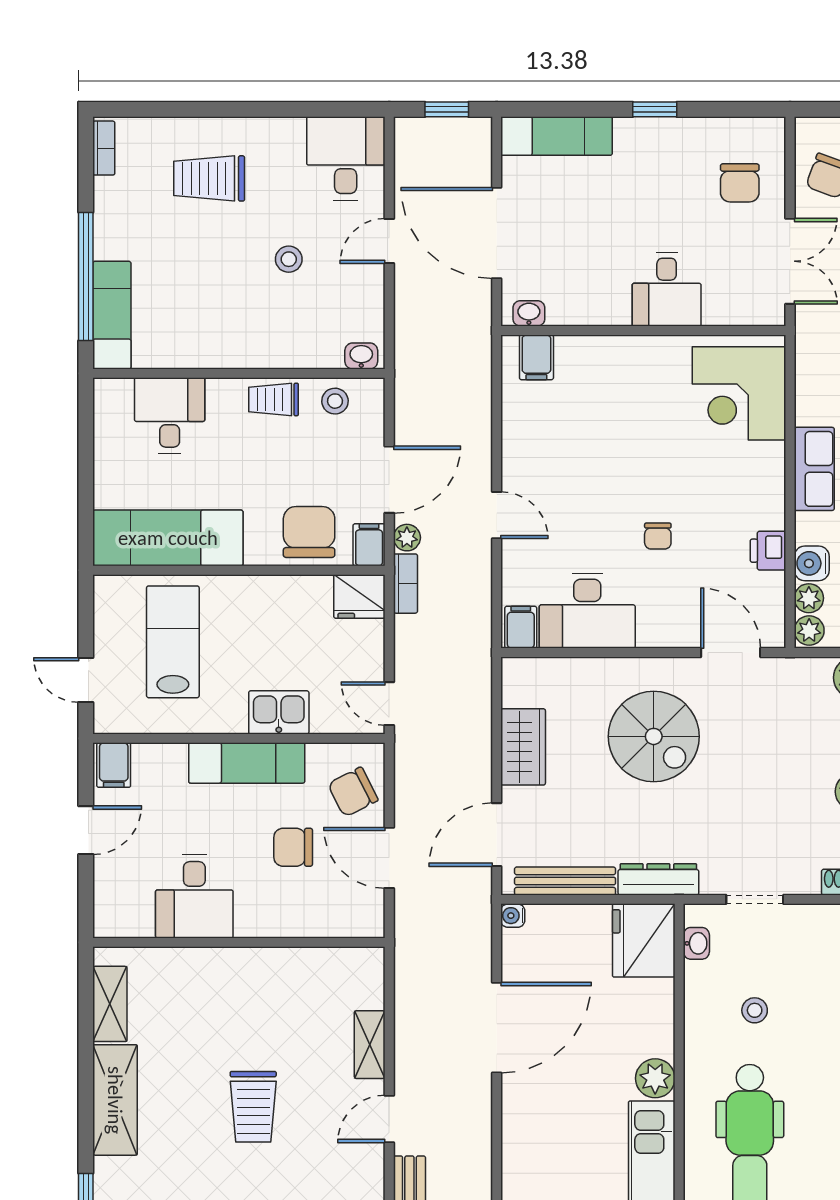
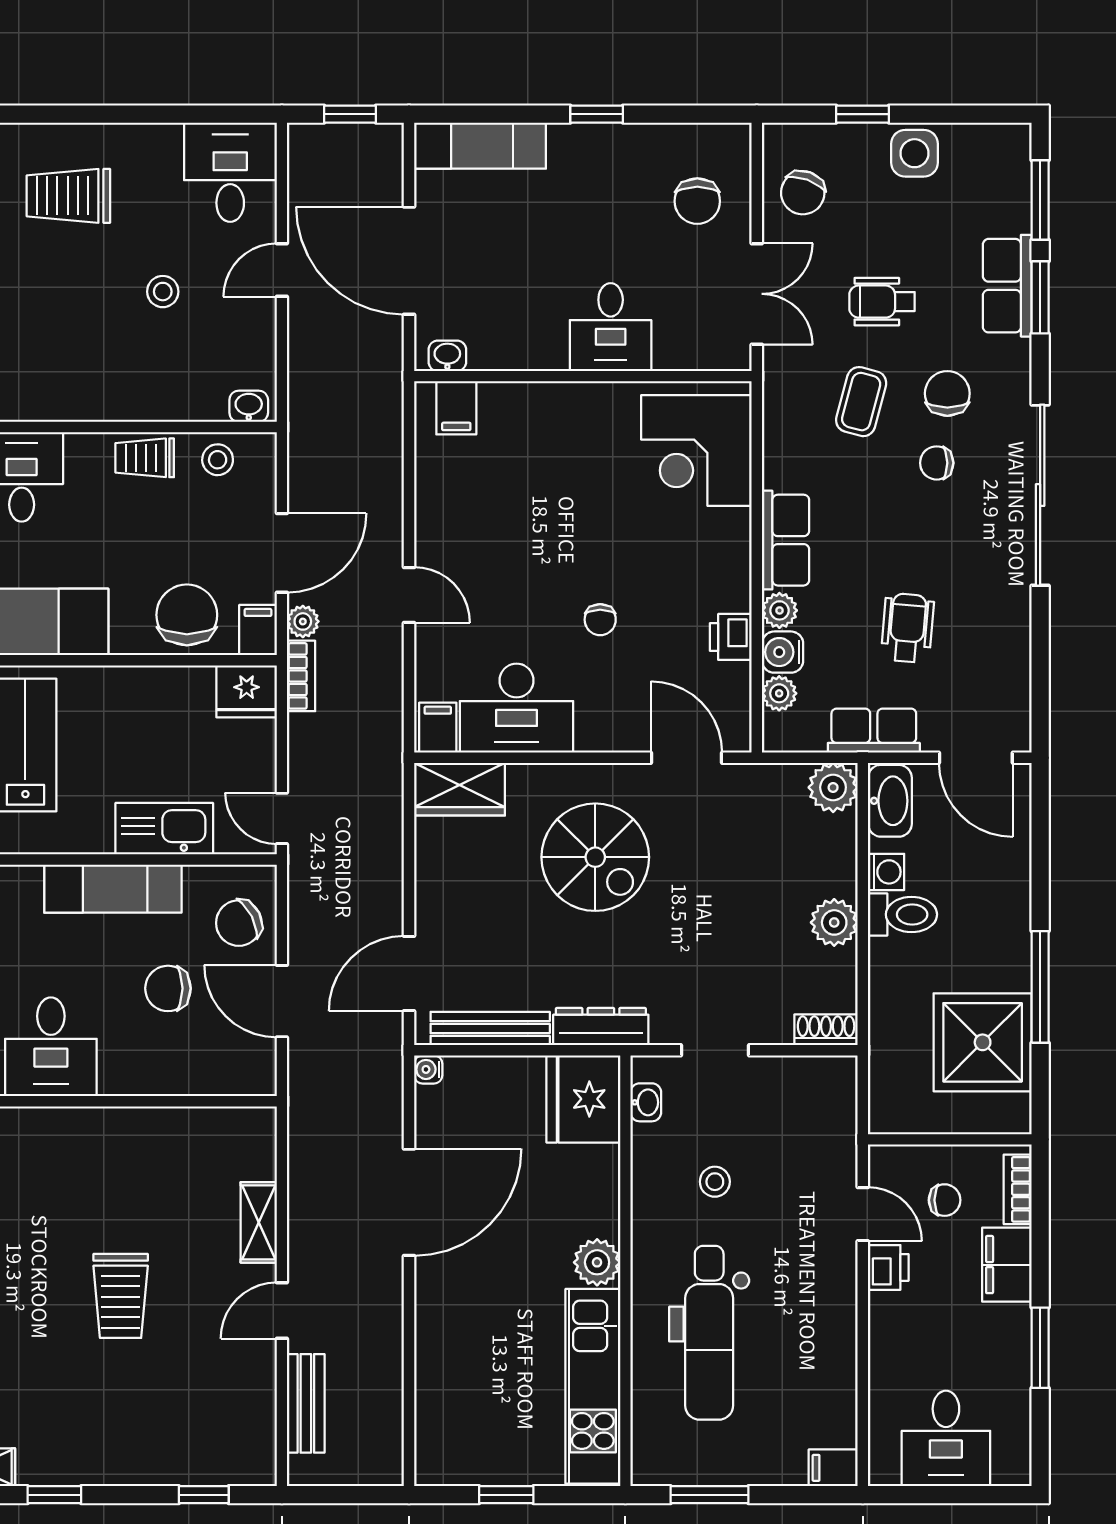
plant: (809, 630) -> (779, 610), moved
kitchen sink: (279, 712) -> (164, 829), width x1.38
wardrobe: (523, 747) -> (460, 789), moved, turned 90

